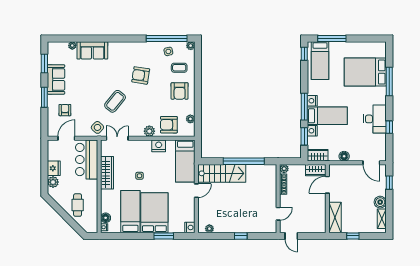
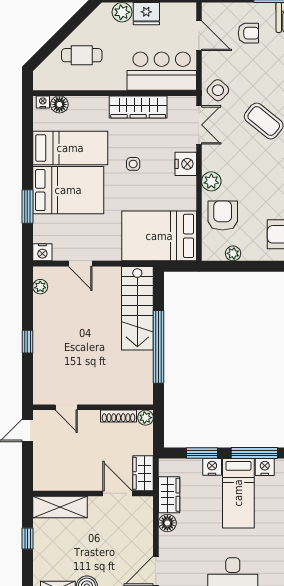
nightstand: (159, 146) -> (186, 164), moved
wardrobe: (318, 155) -> (169, 495), moved
bed: (185, 161) -> (159, 236), width x1.50
door: (196, 191) -> (80, 264), moved

